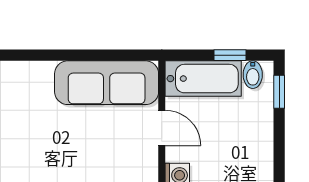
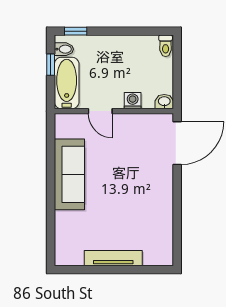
sofa: (107, 83) -> (69, 174), moved
door: (162, 128) -> (100, 111), swing flipped

